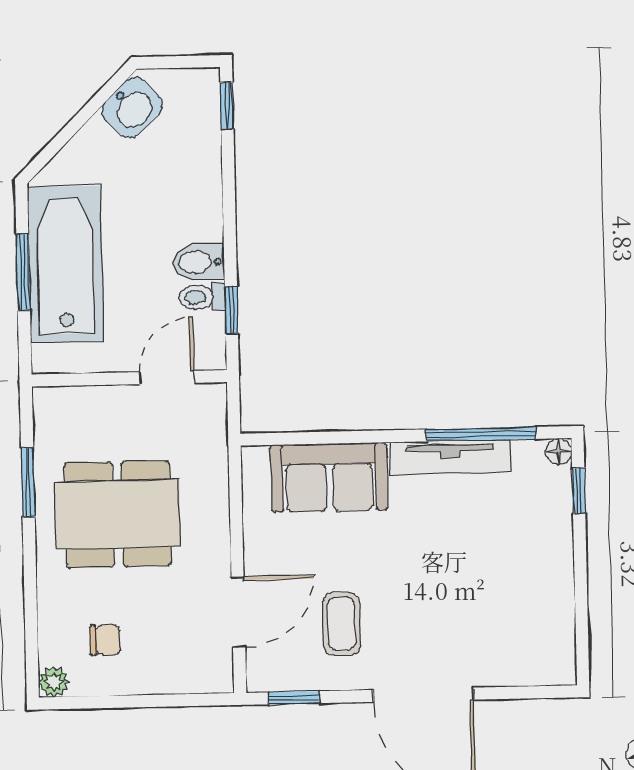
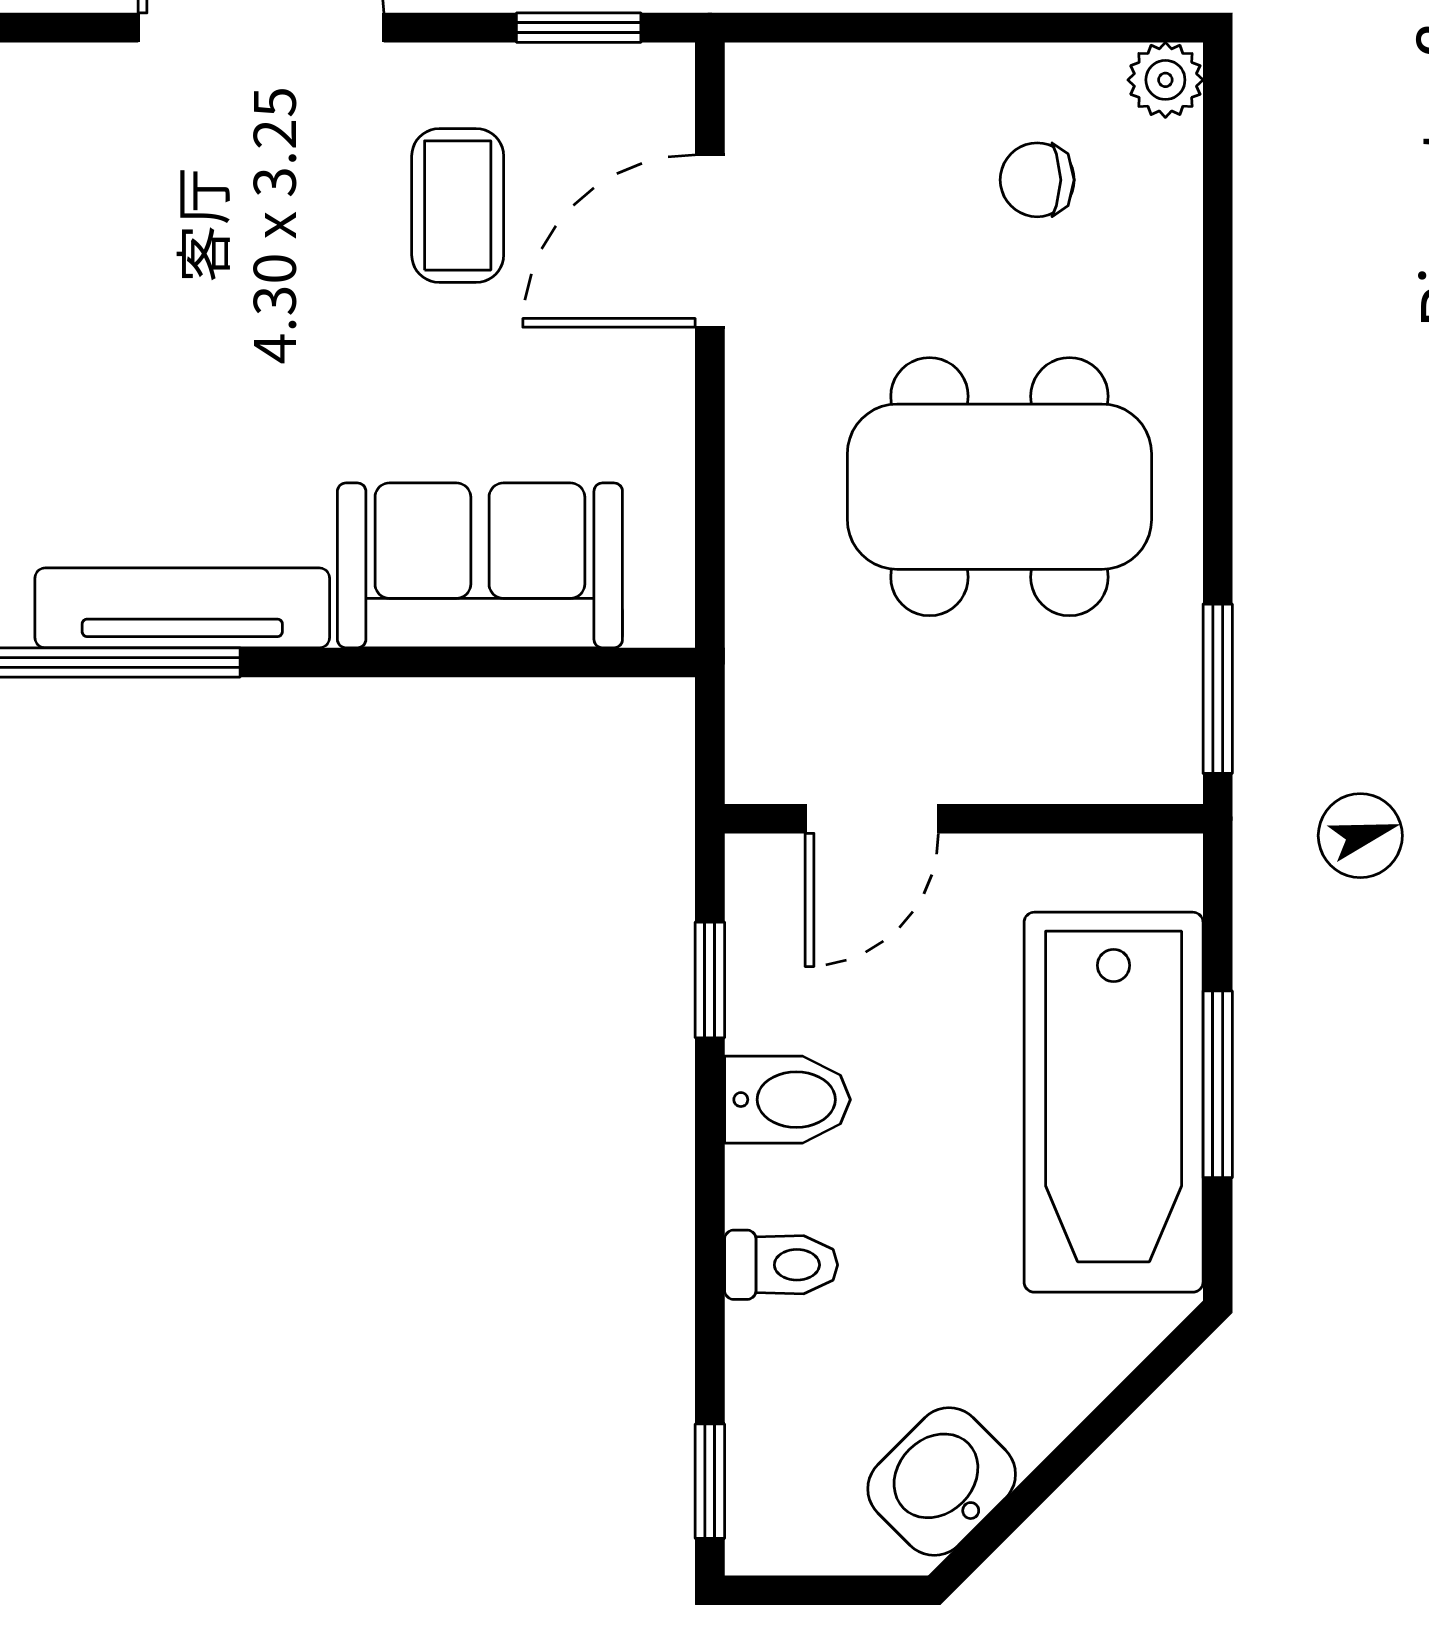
toilet: (202, 297) -> (781, 1265), moved
window: (28, 482) -> (1218, 689), moved

